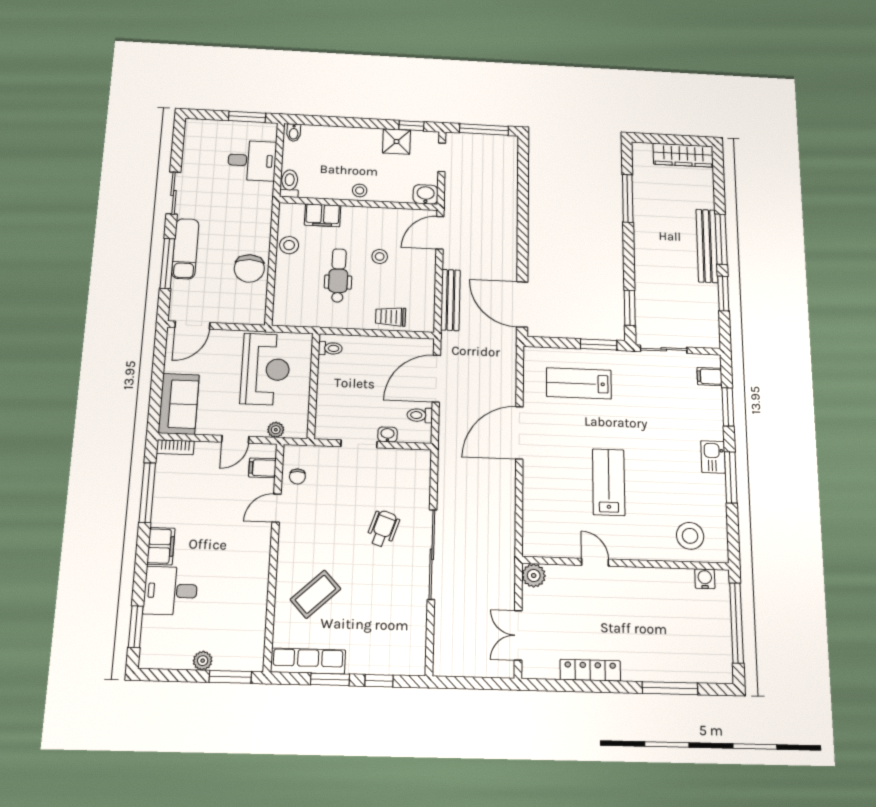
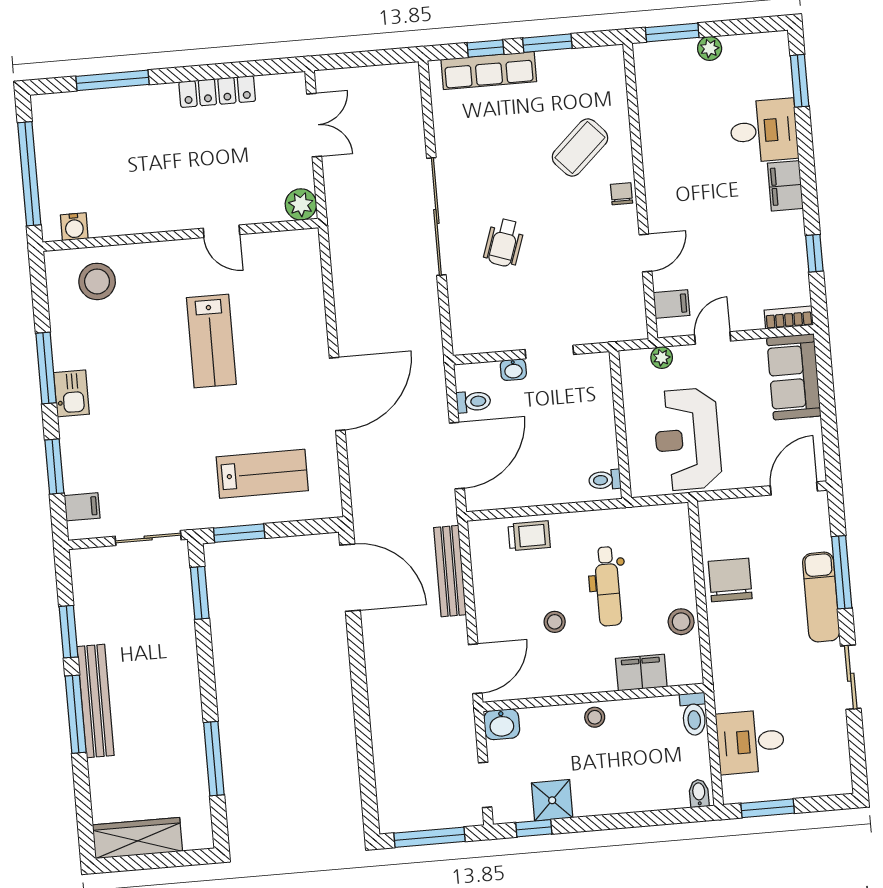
chair: (297, 476) -> (622, 194), moved
window: (147, 493) -> (814, 253), width x0.46
row of seats: (308, 661) -> (489, 70), moved

